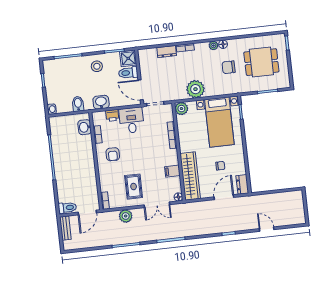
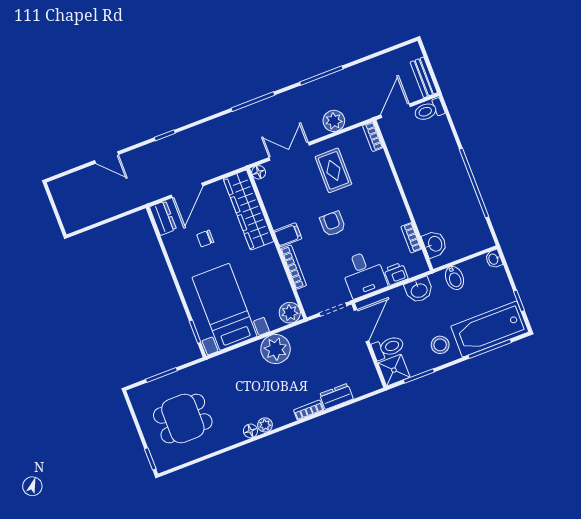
chair: (229, 67) -> (232, 397), removed
bathtub: (65, 68) -> (490, 329), added
door: (141, 90) -> (362, 326), hinge flipped
armchair: (113, 154) -> (333, 224), moved
filing cabinet: (172, 171) -> (288, 235), moved

